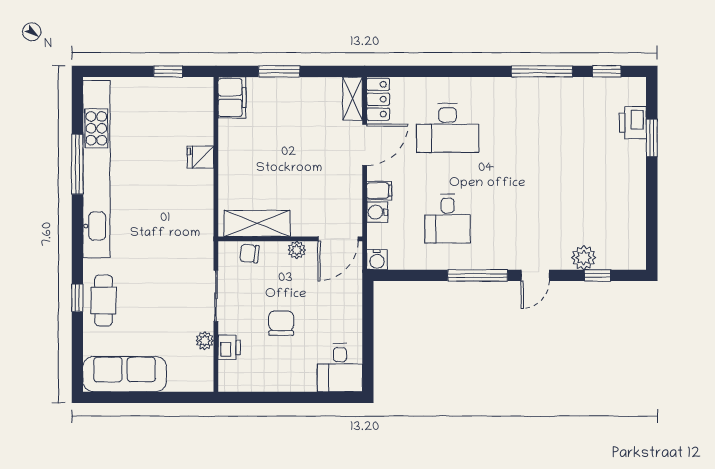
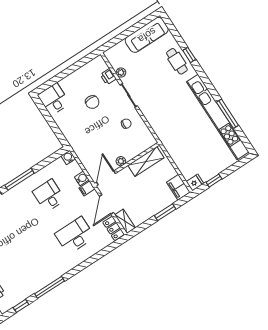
fridge: (201, 157) -> (195, 183), moved
shelving: (257, 223) -> (146, 161), moved
wall: (290, 239) -> (127, 164), moved
door: (338, 239) -> (106, 178), moved
plant: (297, 250) -> (121, 161), moved

